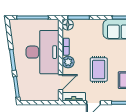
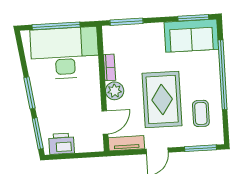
floor lamp: (68, 25) -> (111, 34), removed
desk: (43, 52) -> (65, 53), moved, turned -90
rug: (99, 70) -> (162, 99), width x1.36, depth x1.43
printer: (31, 94) -> (61, 144), added

